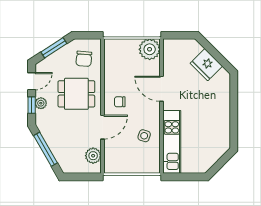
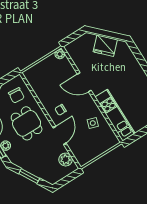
plant: (150, 49) -> (60, 54), width x0.53, depth x0.53
dining table: (76, 94) -> (27, 123), turned 90
window: (45, 149) -> (29, 176), width x0.69

